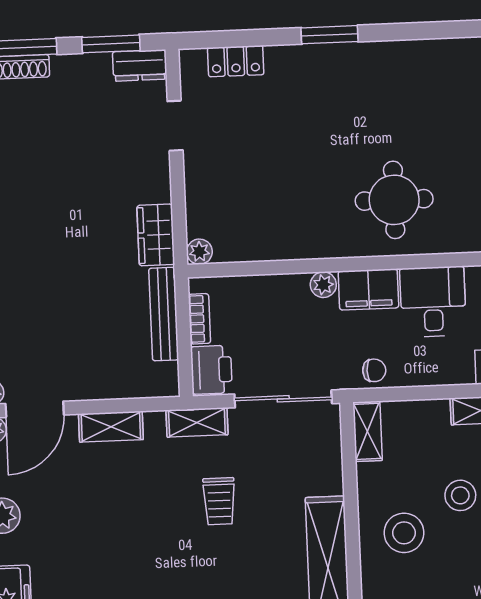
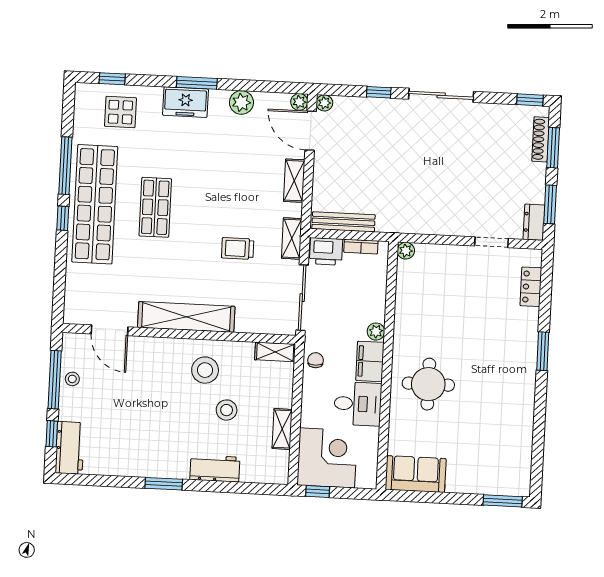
wardrobe: (156, 235) -> (420, 223), removed
bench: (164, 314) -> (343, 222), moved
chair: (374, 370) -> (316, 360), turned 180

